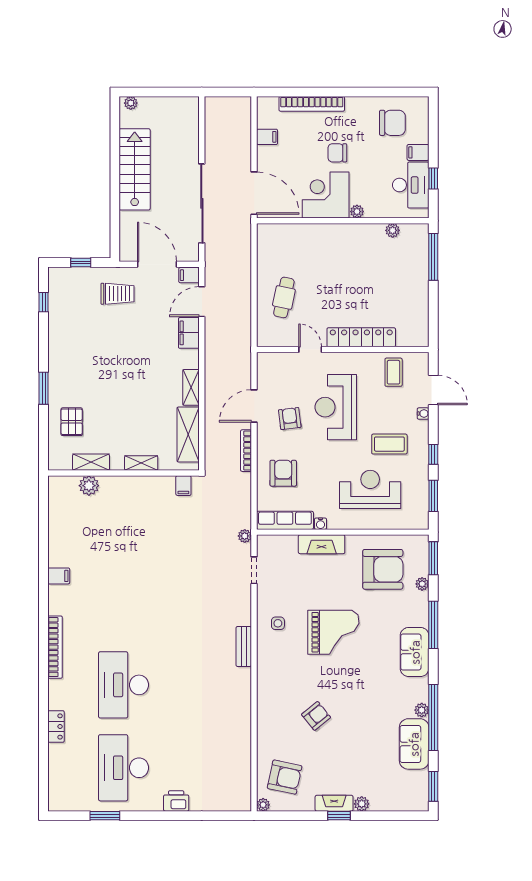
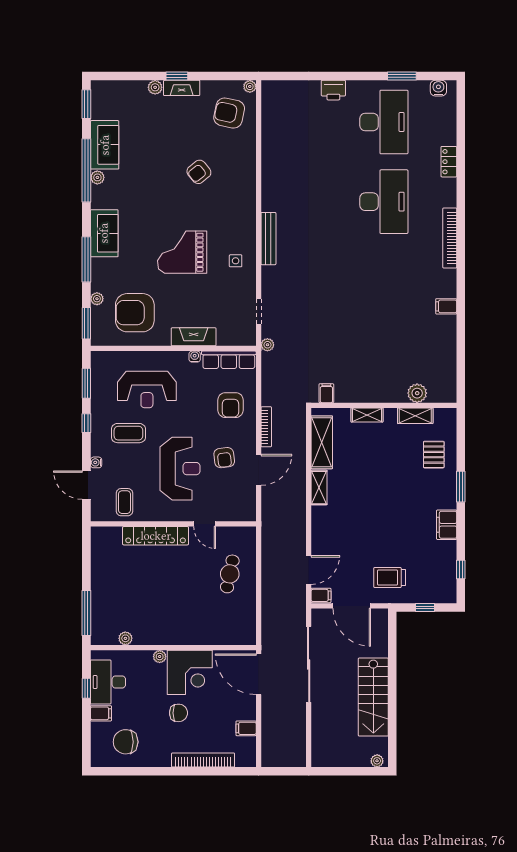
filing cabinet: (189, 333) -> (447, 525), moved, turned 180
bench: (244, 646) -> (268, 239), width x1.36
water cooler: (67, 803) -> (438, 88), added

